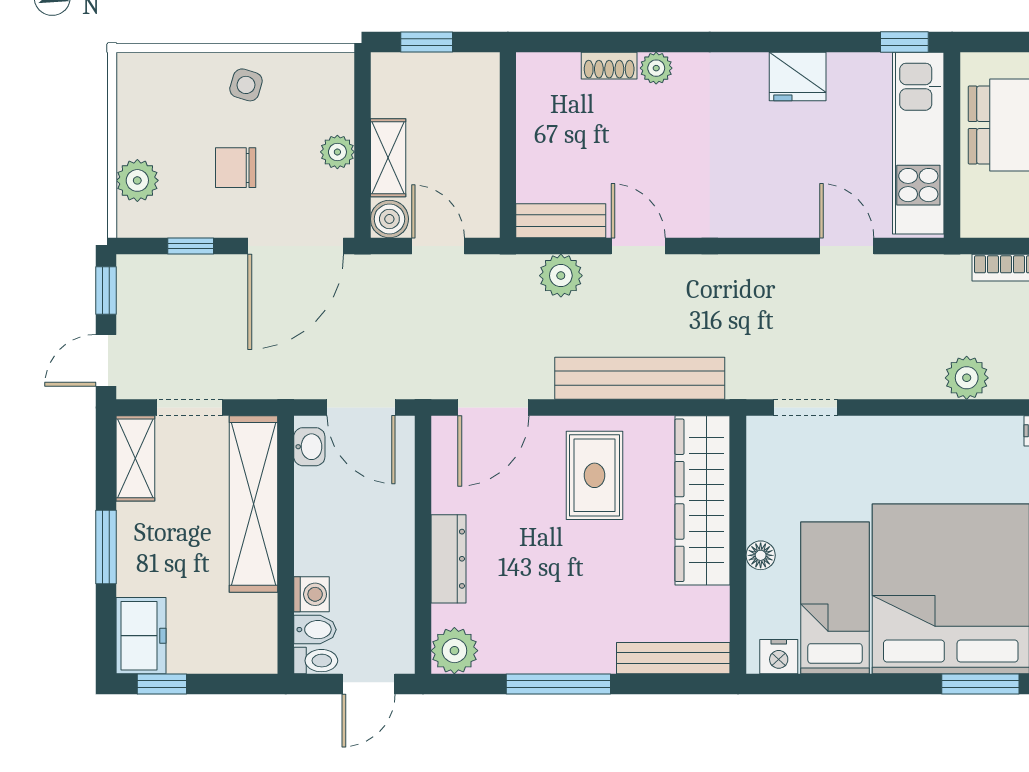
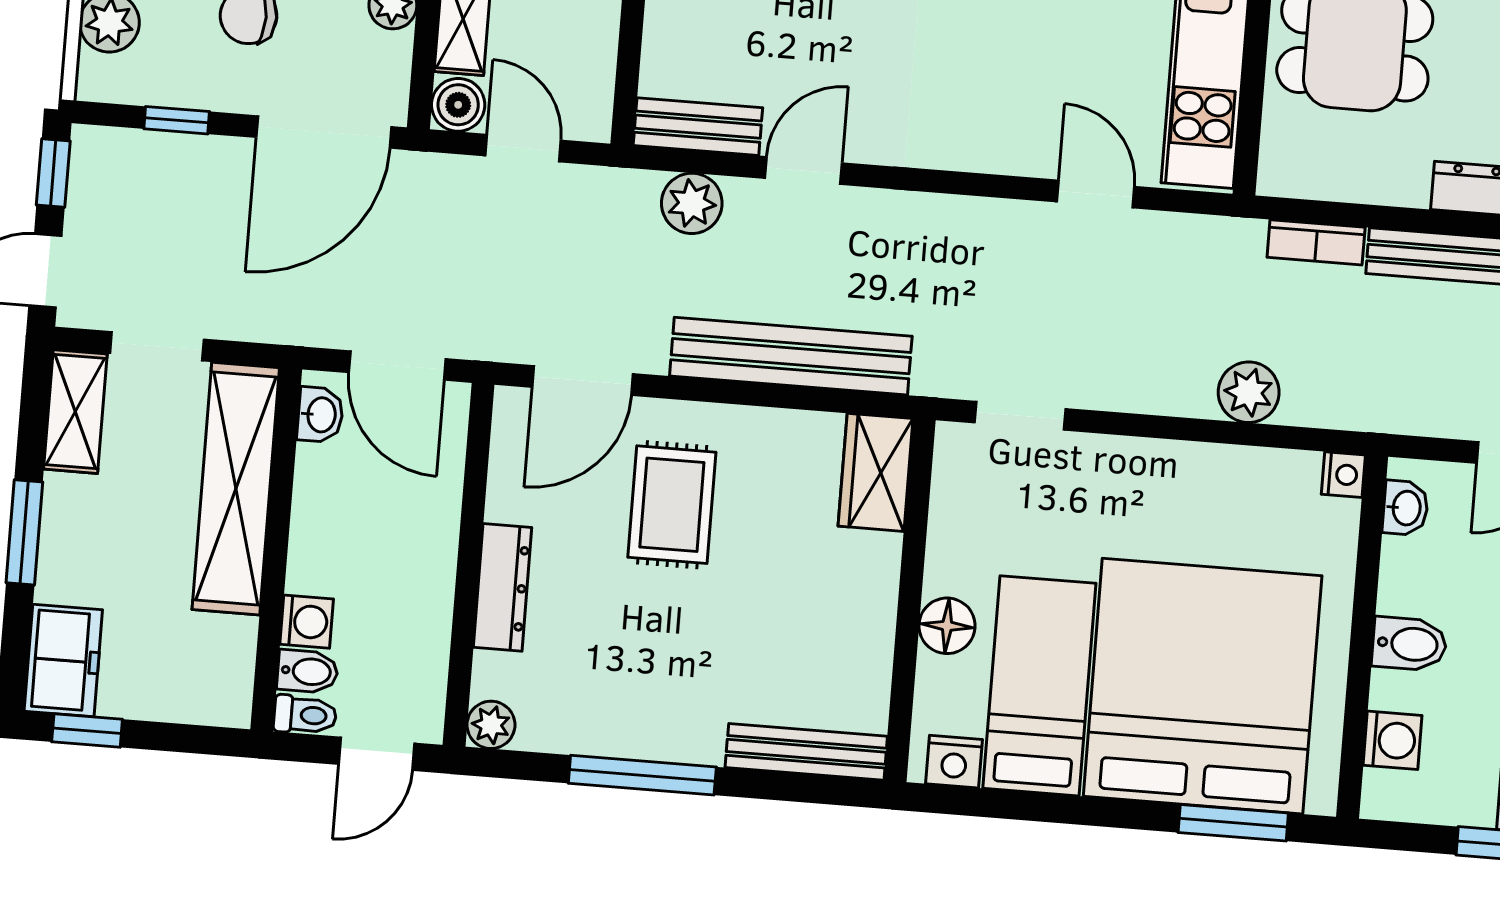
door: (638, 246) -> (804, 171), hinge flipped
rug: (595, 475) -> (672, 505), moved
wardrobe: (703, 500) -> (876, 472), width x0.48, depth x0.85
floor lamp: (761, 555) -> (947, 626), width x1.37, depth x1.37
plant: (454, 651) -> (491, 725), width x0.73, depth x0.73

